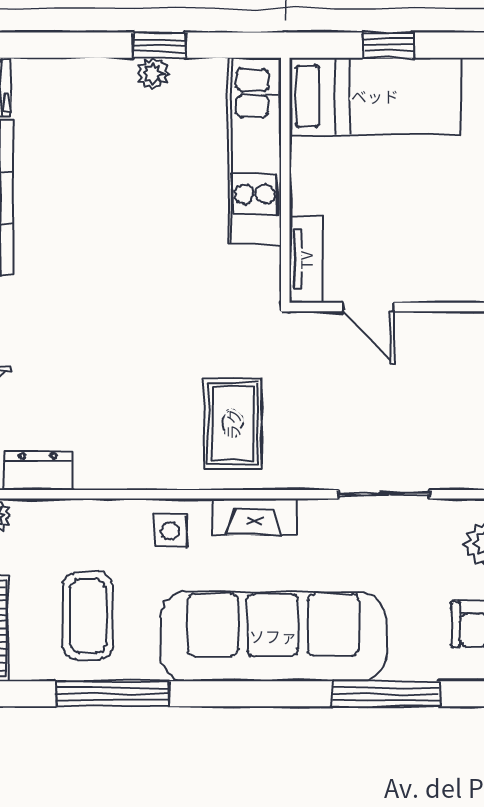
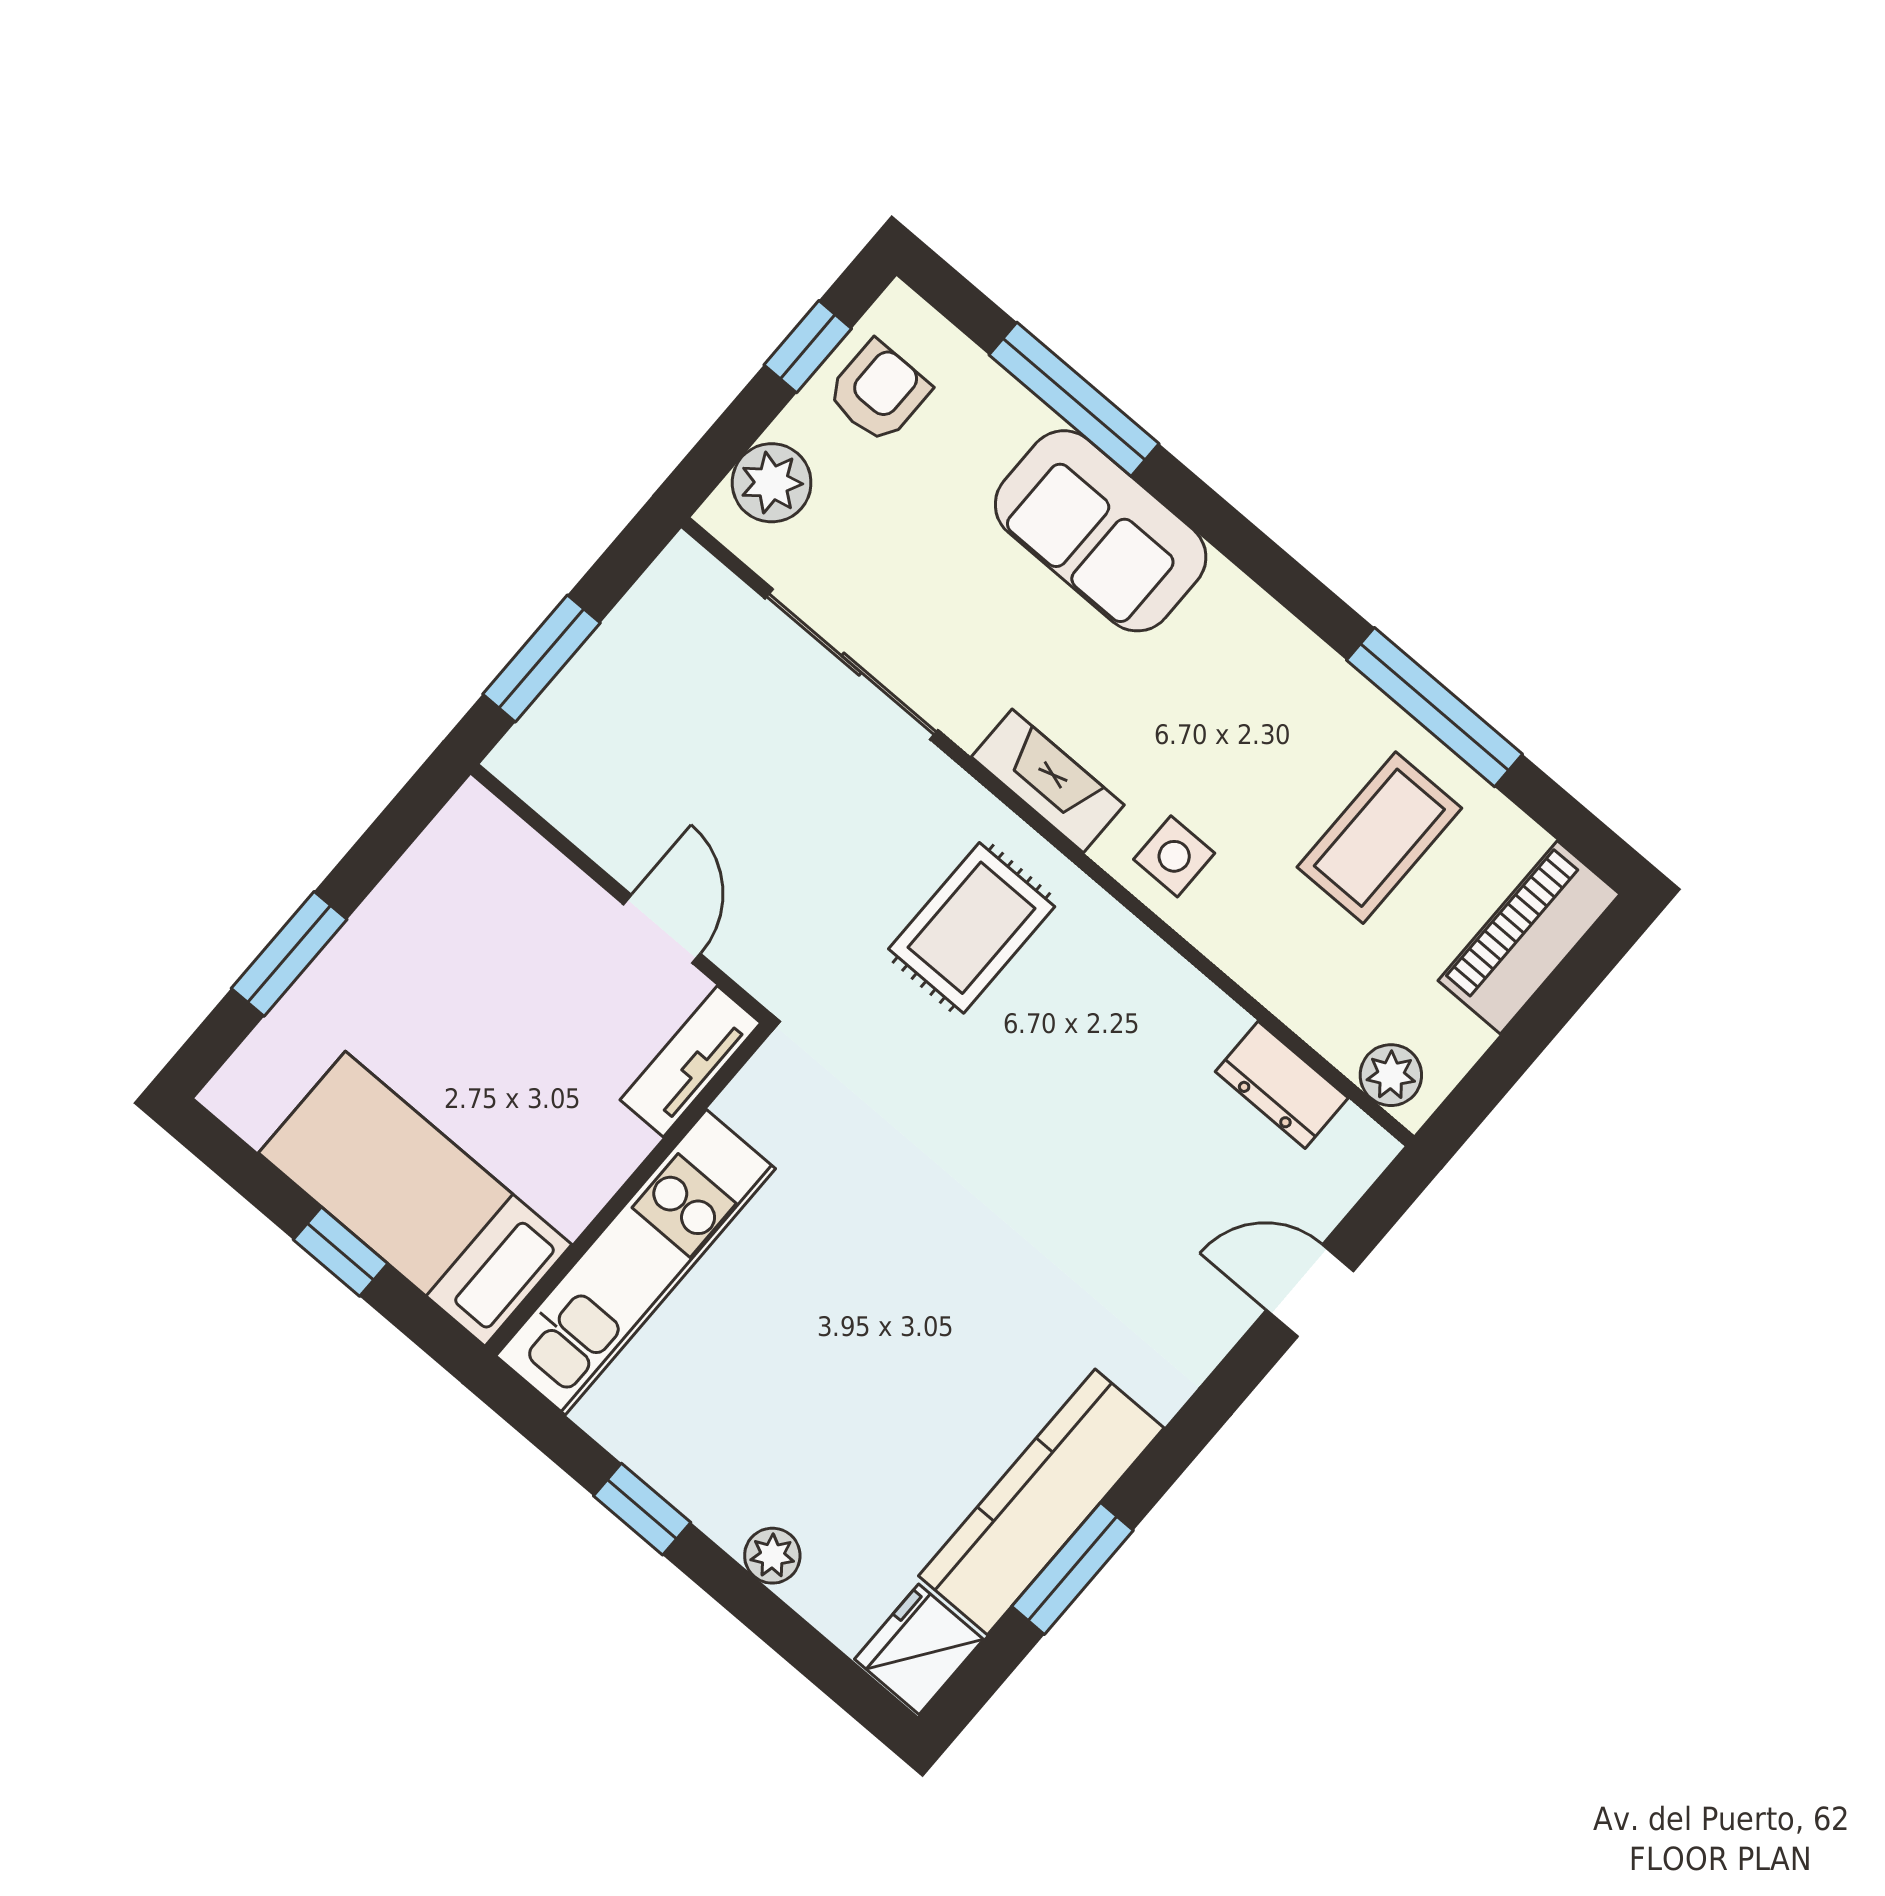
plant: (153, 74) -> (772, 1556), moved
sliding door: (384, 494) -> (852, 664), width x1.37
sofa: (273, 636) -> (1101, 531), width x0.54, depth x0.79

